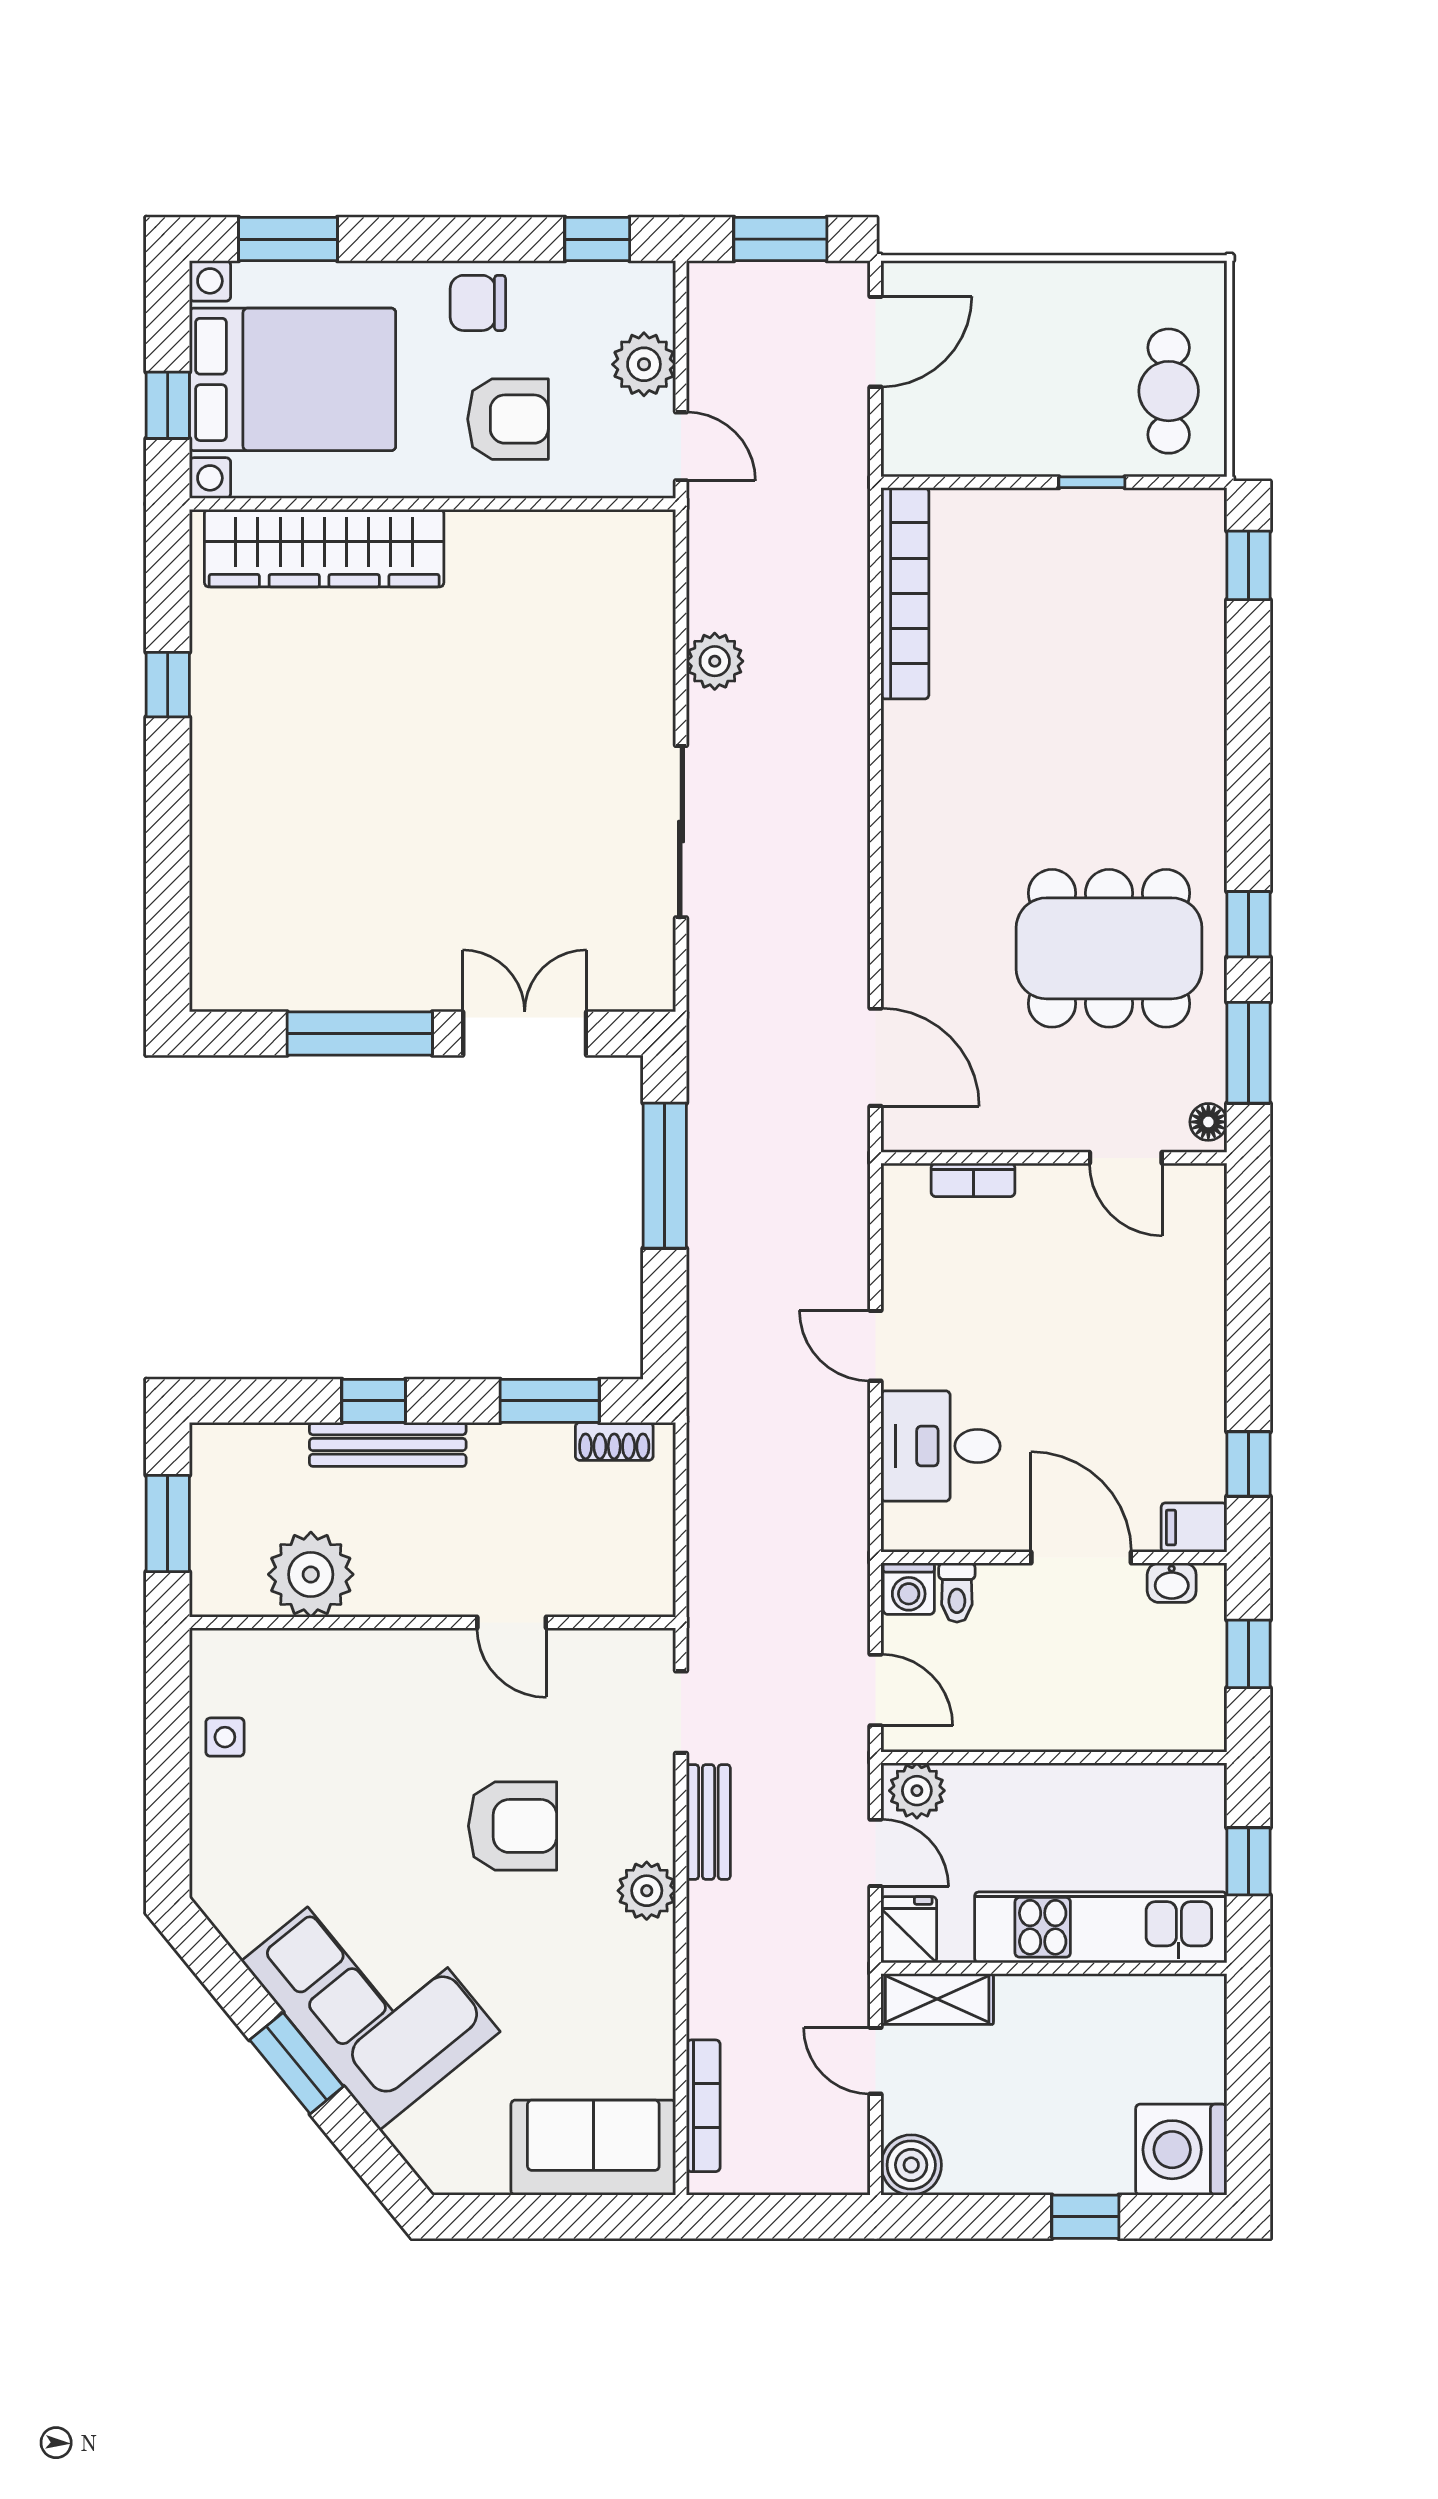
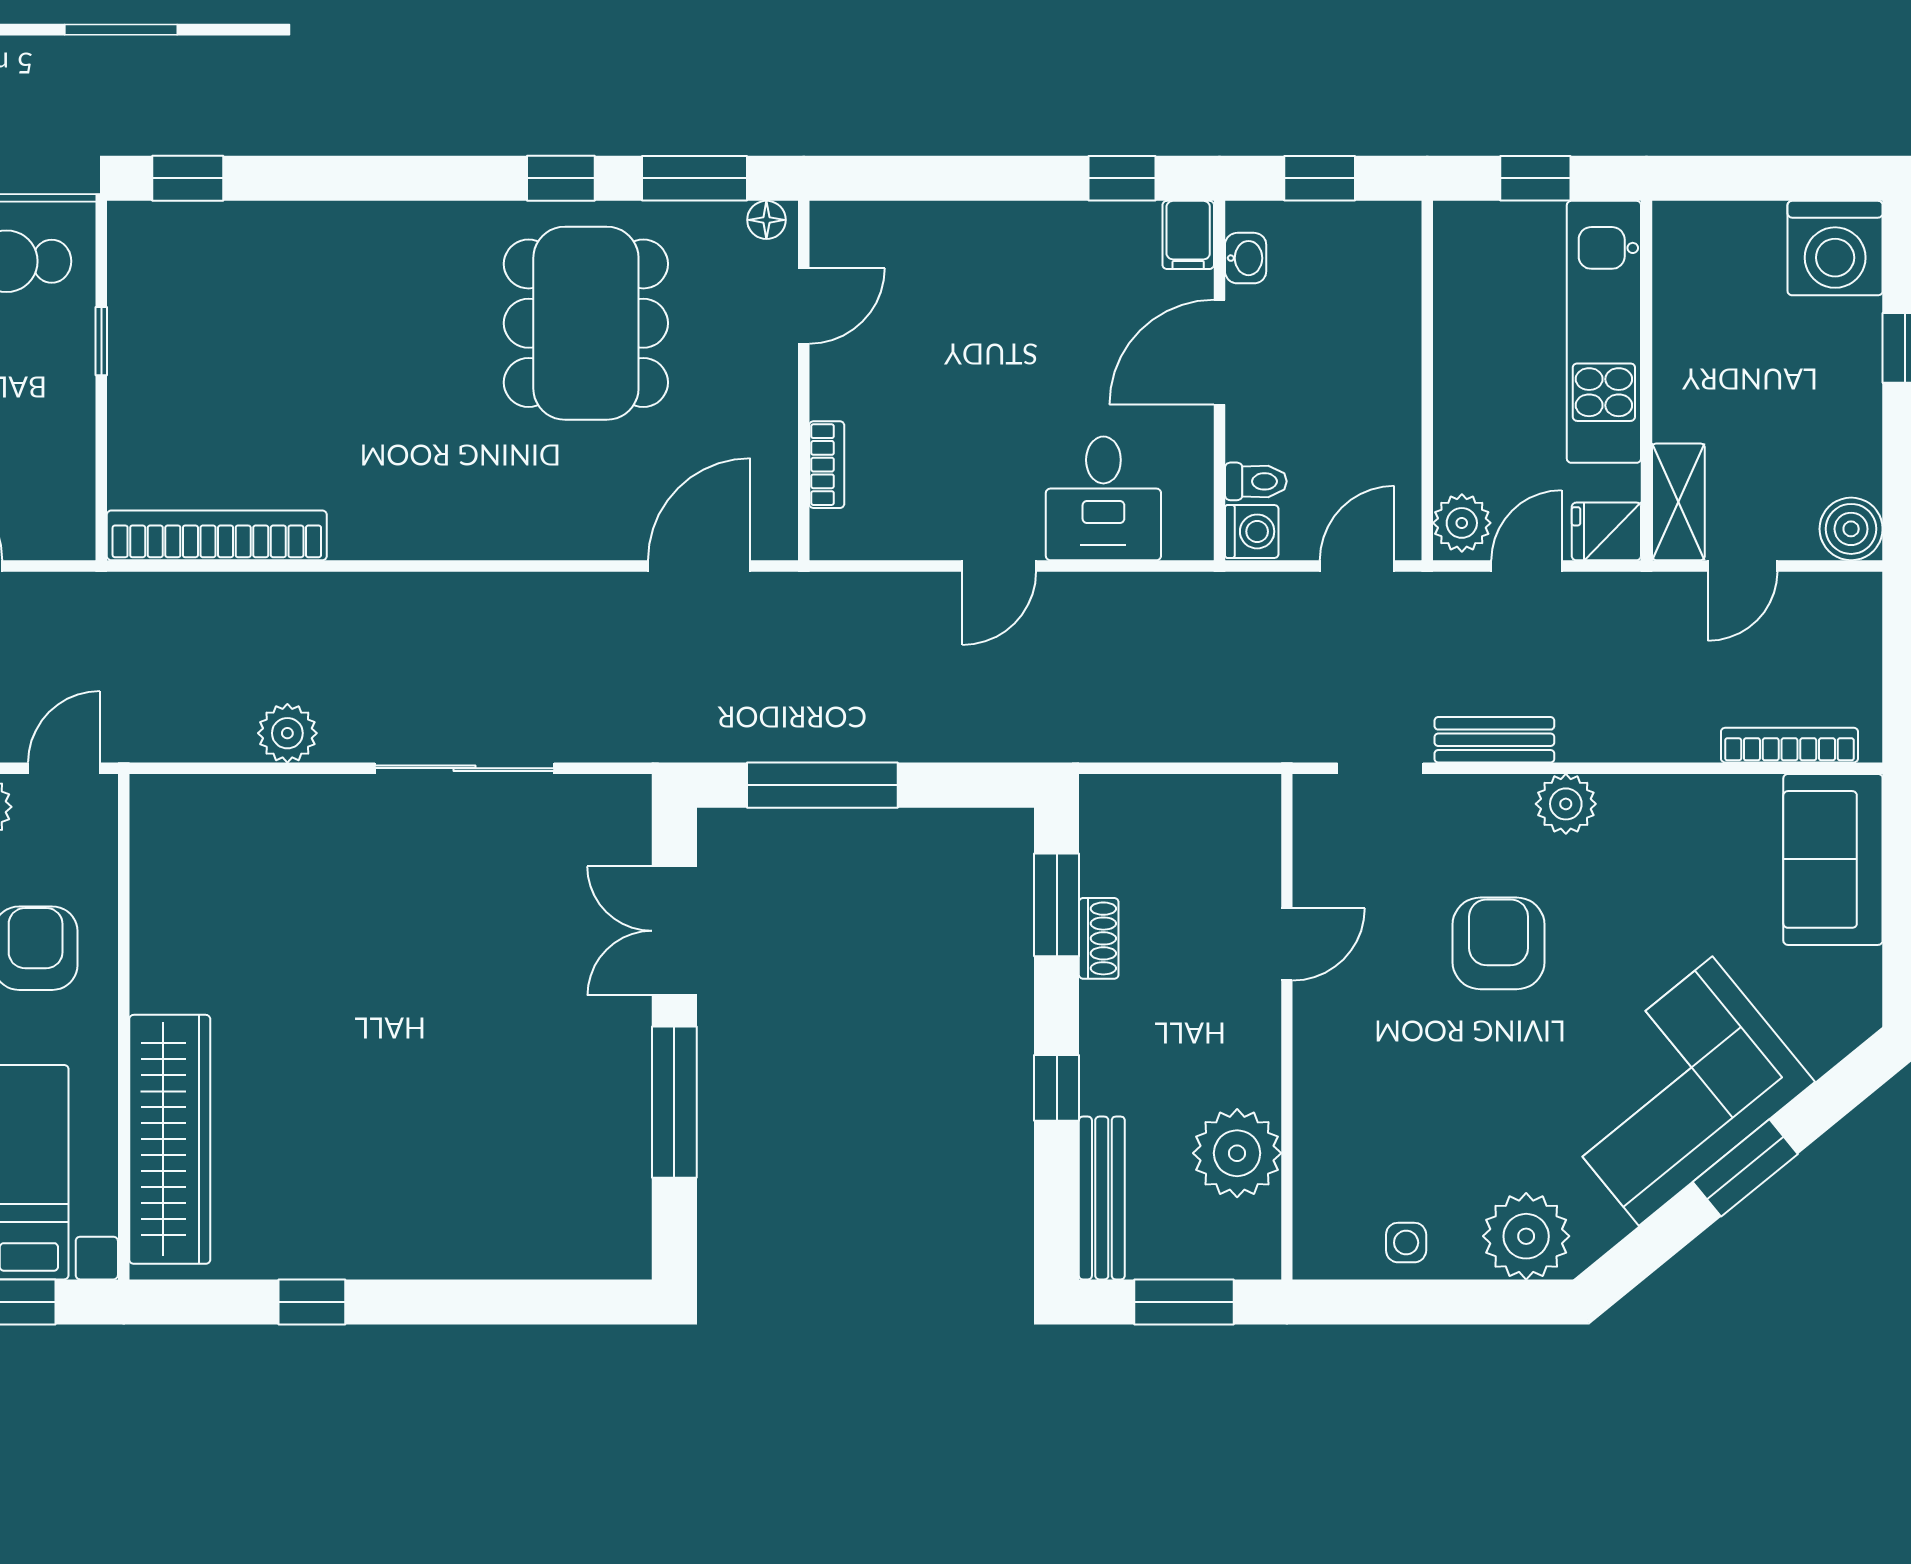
shoe rack: (614, 1441) -> (1099, 938), moved
bench: (388, 1444) -> (1102, 1198), moved
plant: (231, 1853) -> (1526, 1236), added

